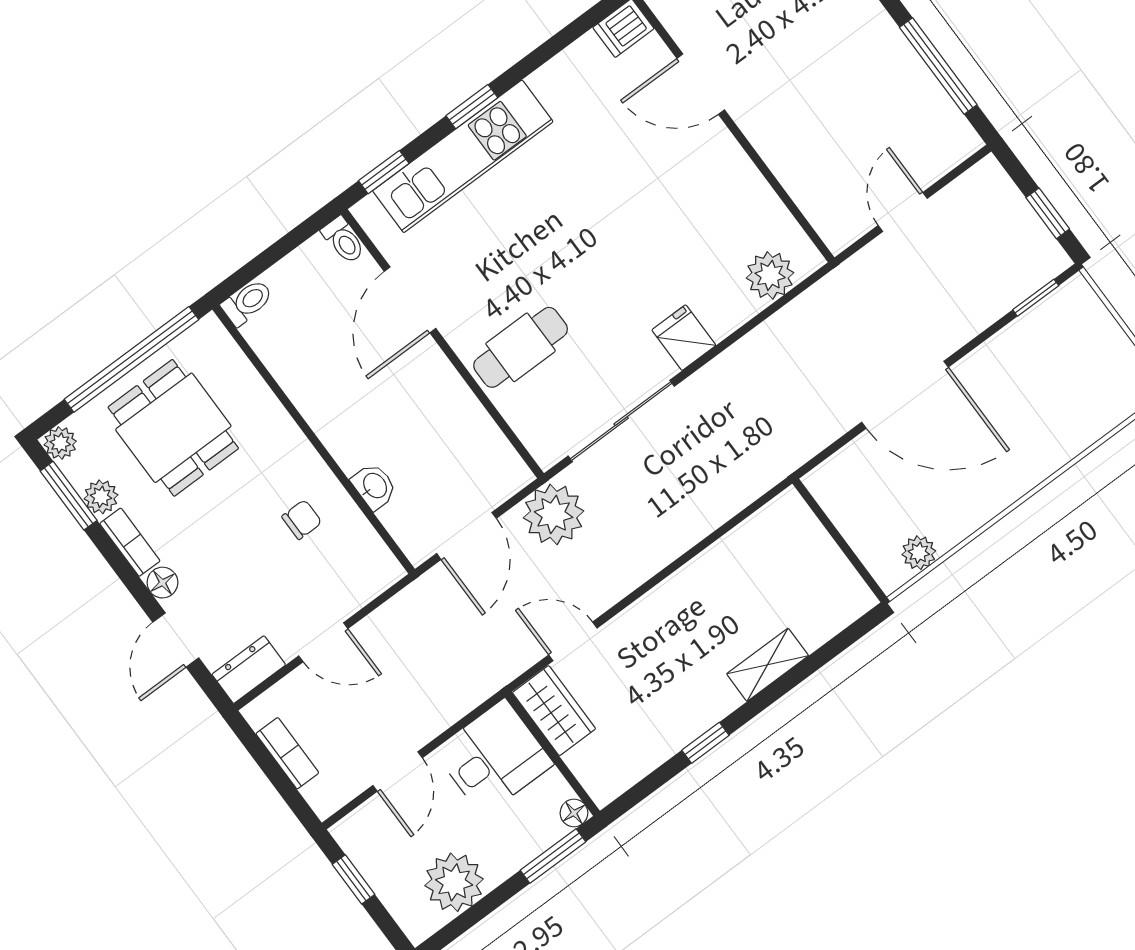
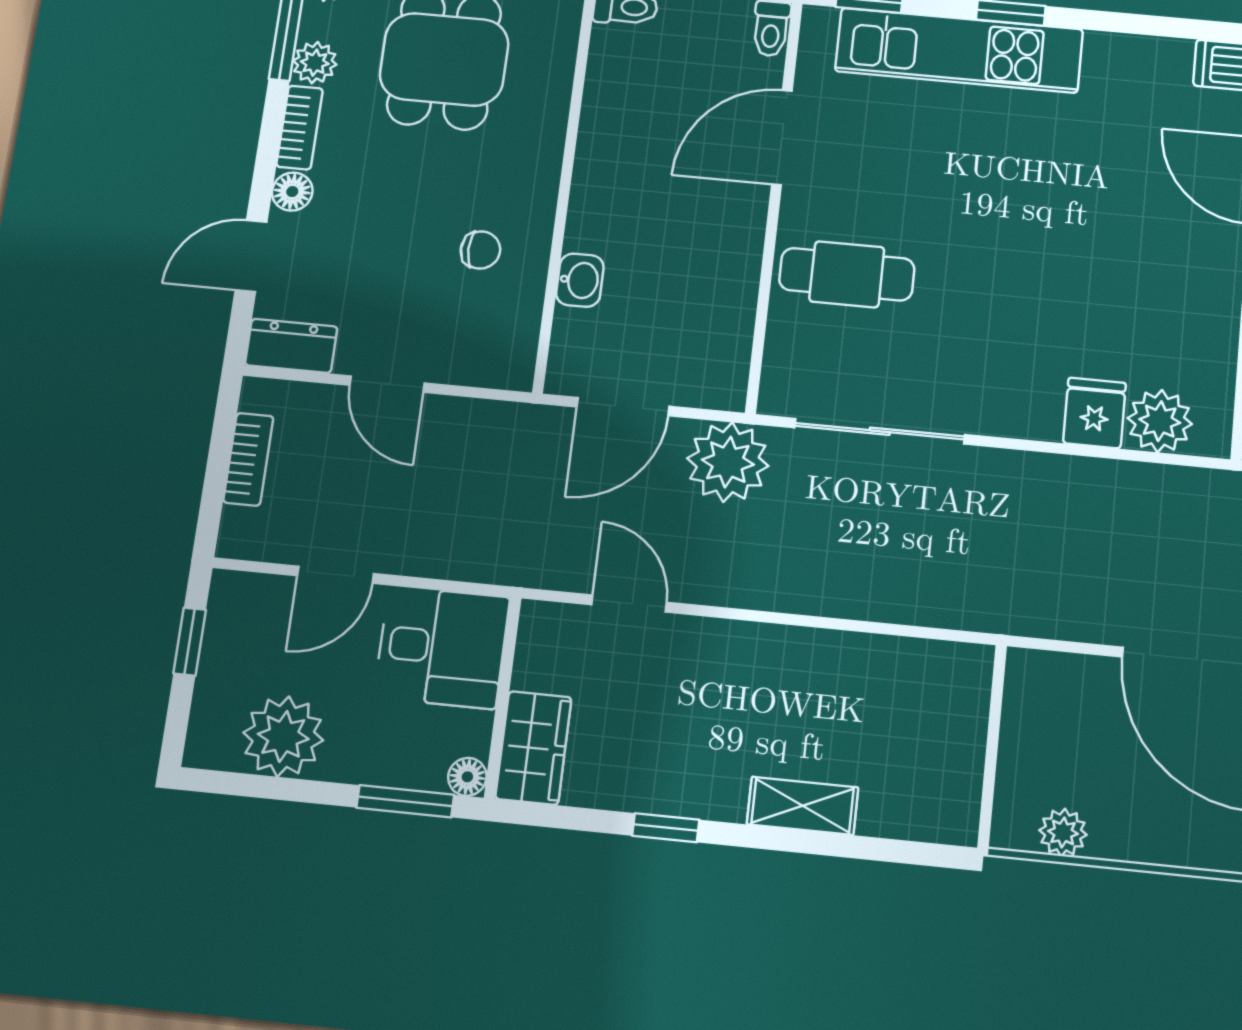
fridge: (684, 338) -> (1094, 413), moved
wardrobe: (554, 711) -> (533, 748), moved

